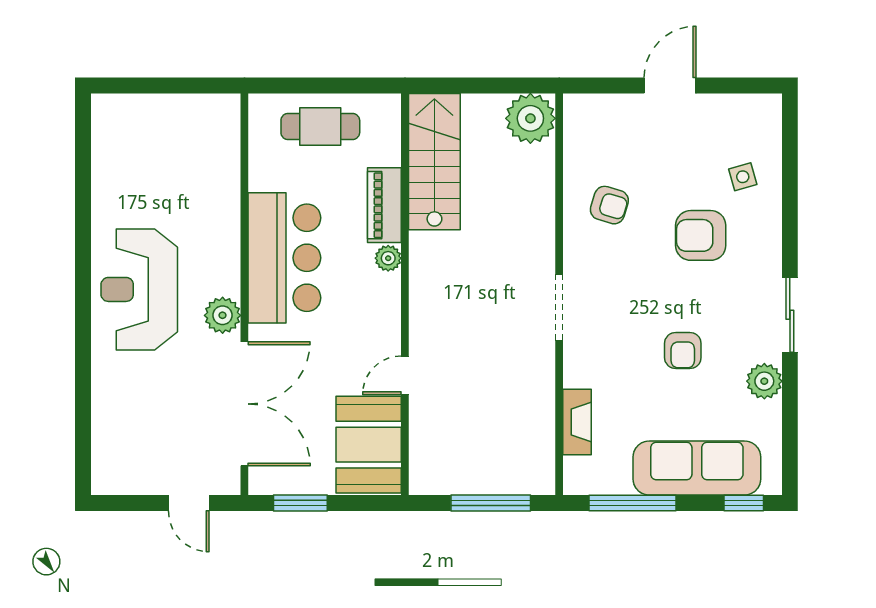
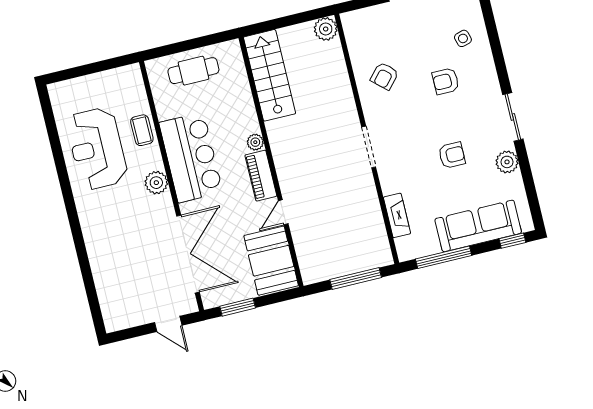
plant: (530, 118) -> (326, 29), width x0.73, depth x0.73
coffee table: (220, 198) -> (142, 130), added
piano: (384, 205) -> (261, 176), moved
armchair: (609, 205) -> (384, 76), turned 115
armchair: (701, 235) -> (446, 81), width x0.72, depth x0.72
reception desk: (139, 289) -> (97, 149), moved
plant: (223, 315) -> (156, 183), moved
armchair: (683, 350) -> (452, 155), turned -90

